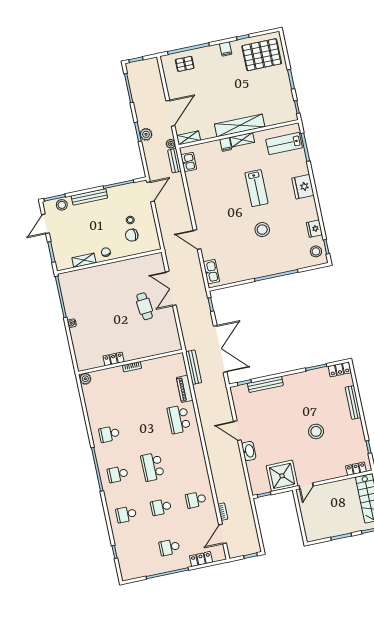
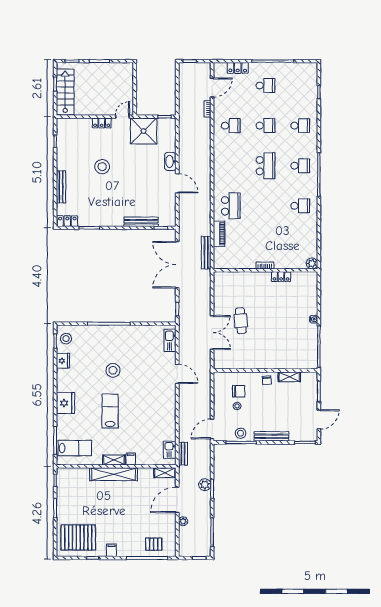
plant: (171, 144) -> (183, 521), moved
stool: (62, 205) -> (241, 433), moved
locker: (356, 469) -> (102, 123), moved

